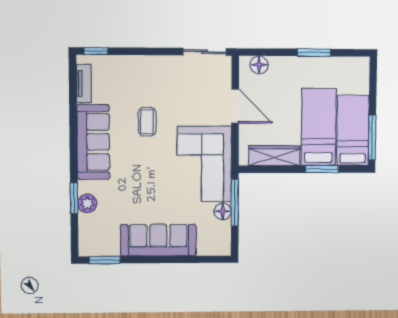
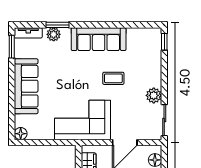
plant: (171, 66) -> (154, 95), added
tv unit: (84, 84) -> (28, 33), moved
window: (235, 203) -> (54, 143), removed
floor lamp: (223, 211) -> (21, 134), moved

